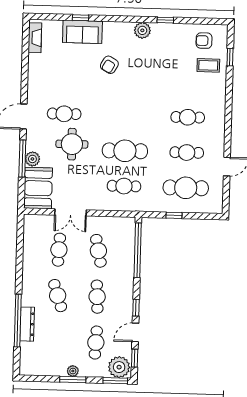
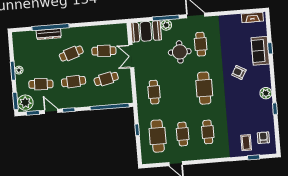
cafe table: (125, 151) -> (204, 88), moved

